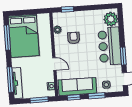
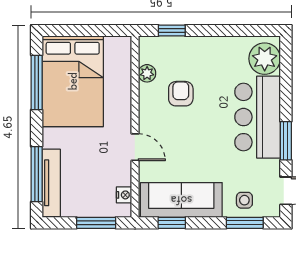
window: (97, 96) -> (245, 223), moved

